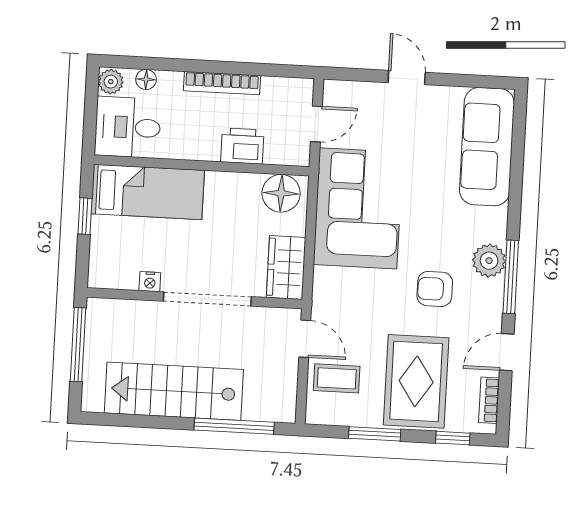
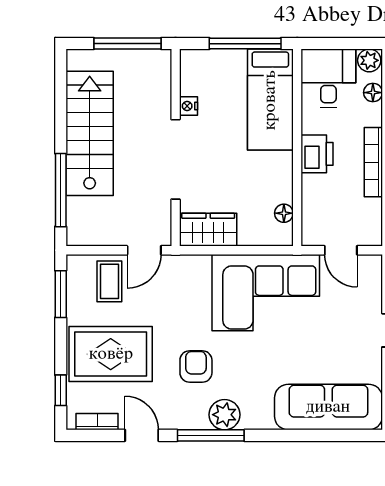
printer: (242, 146) -> (317, 154), moved
floor lamp: (281, 193) -> (284, 213), width x0.53, depth x0.53
window: (85, 216) -> (245, 44), width x2.17
window: (375, 434) -> (61, 294), moved

